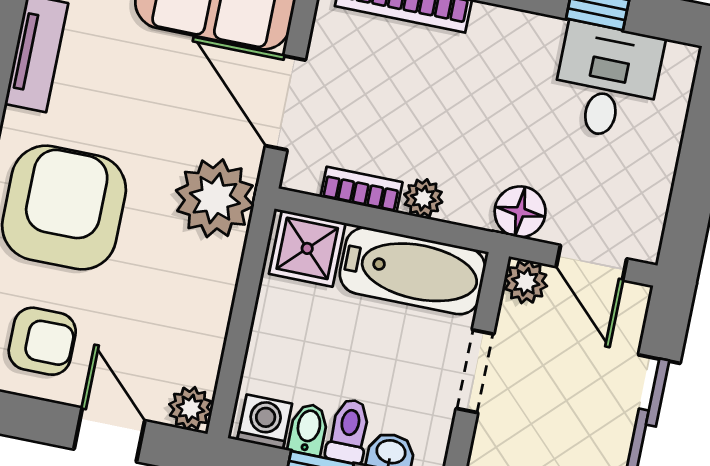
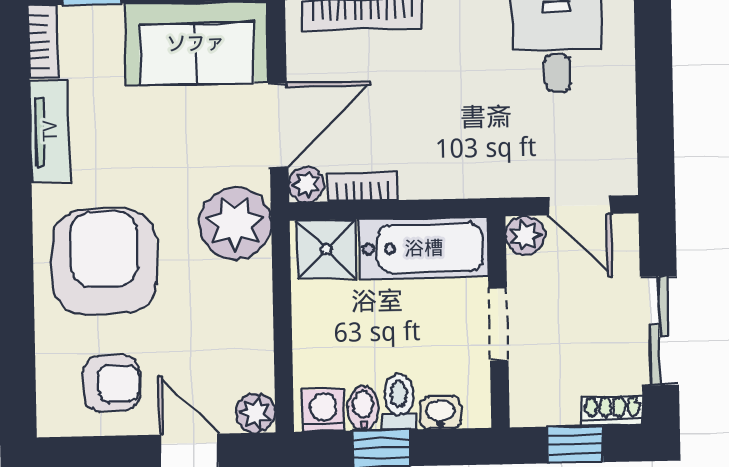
door: (285, 103) -> (278, 126), swing flipped
plant: (423, 198) -> (306, 184), moved
floor lamp: (520, 212) -> (506, 175), removed

